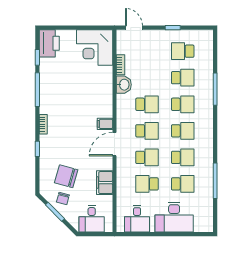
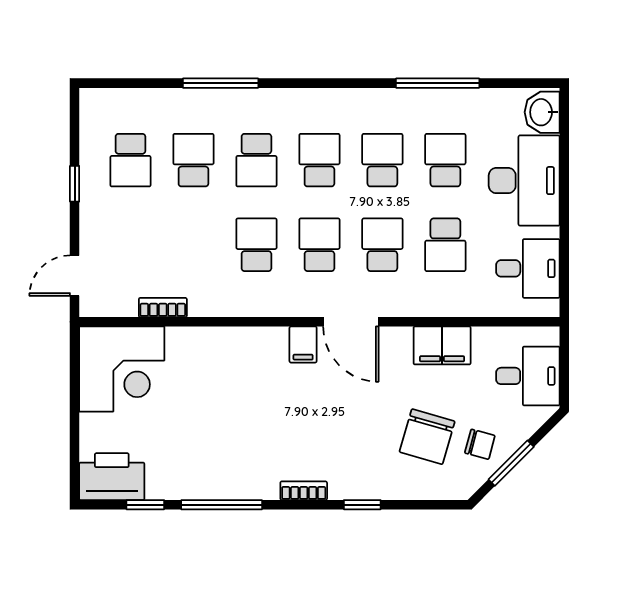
washbasin: (124, 85) -> (542, 112), moved, turned -90
school desk: (183, 104) -> (256, 160), turned 180

